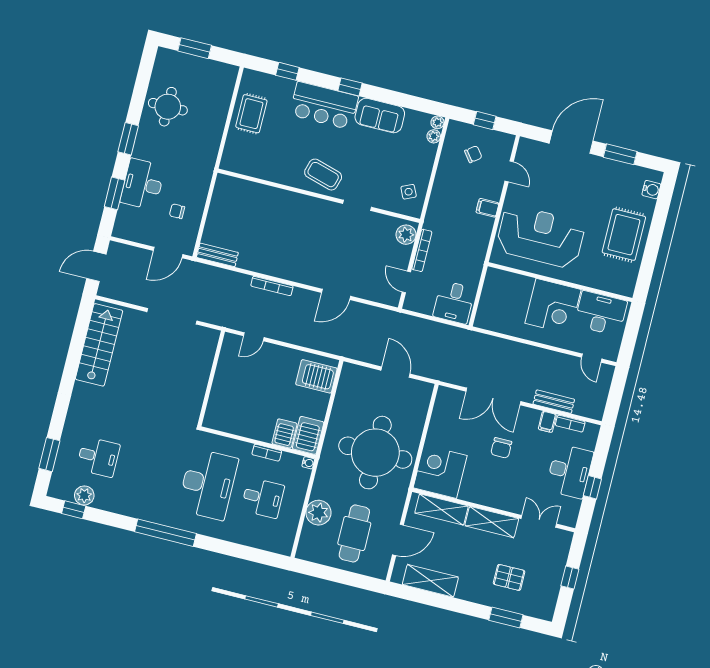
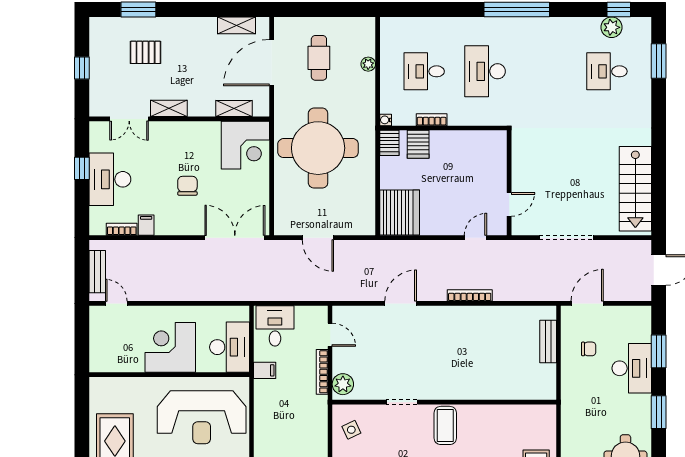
coffee table: (323, 175) -> (445, 425), turned 74
filing cabinet: (487, 208) -> (265, 370), moved
bench: (217, 255) -> (548, 341), moved, turned 90
desk: (601, 313) -> (229, 347), moved, turned -90
door: (216, 359) -> (509, 204), added
server rack: (316, 376) -> (400, 212), width x1.60
double door: (493, 396) -> (235, 238), moved
bench: (554, 402) -> (97, 272), moved, turned 90
server rack: (308, 435) -> (389, 143), width x0.73, depth x0.70
desk: (208, 484) -> (485, 71), width x0.73, depth x0.77
shelving: (441, 510) -> (234, 108), width x0.67, depth x0.75
plant: (318, 513) -> (368, 64), width x0.53, depth x0.53
shelving: (492, 522) -> (169, 108), width x0.67, depth x0.75
cafe table: (354, 533) -> (319, 58), width x0.73, depth x0.74
door: (398, 540) -> (272, 63), width x1.36
shelving: (430, 581) -> (237, 25), width x0.67, depth x0.75

